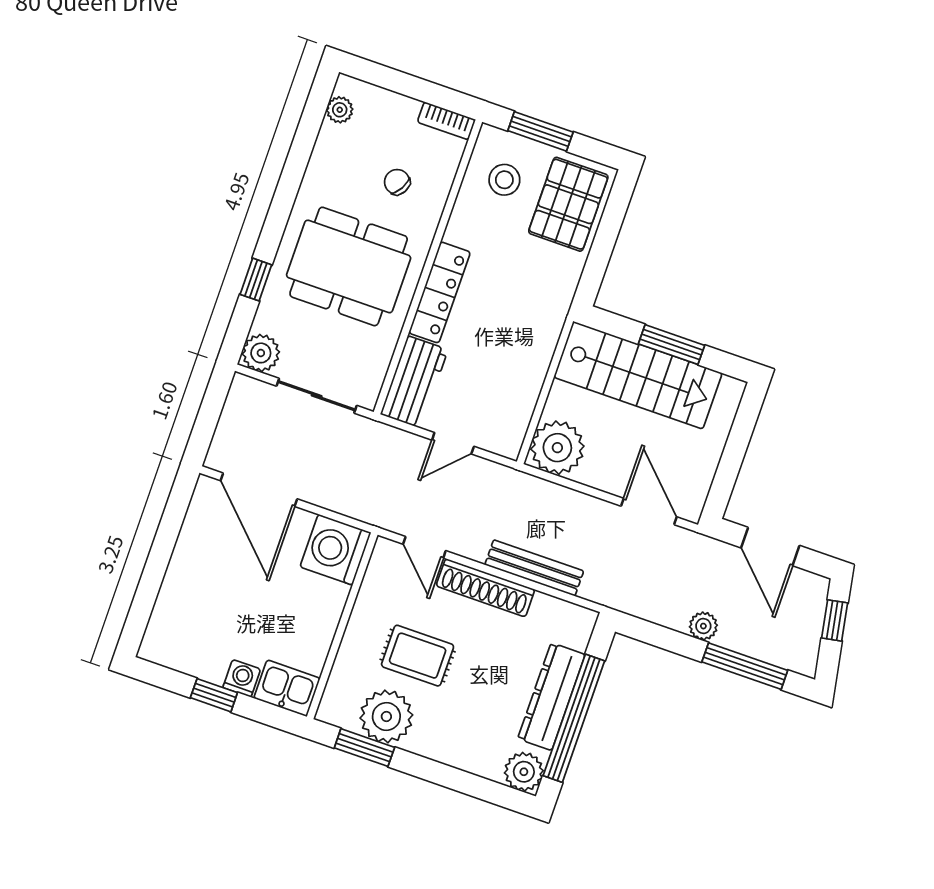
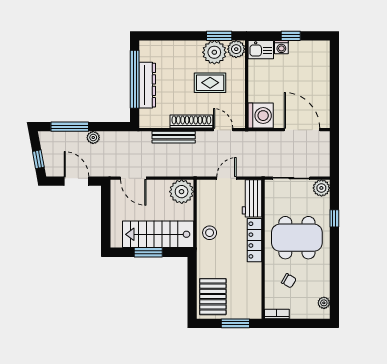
stool: (504, 180) -> (210, 233), moved
plant: (524, 772) -> (236, 49), moved

